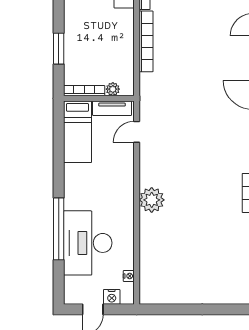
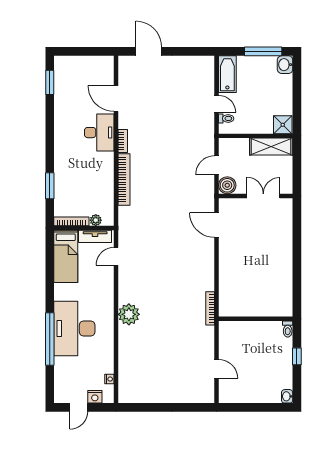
desk: (88, 243) -> (74, 329), moved

